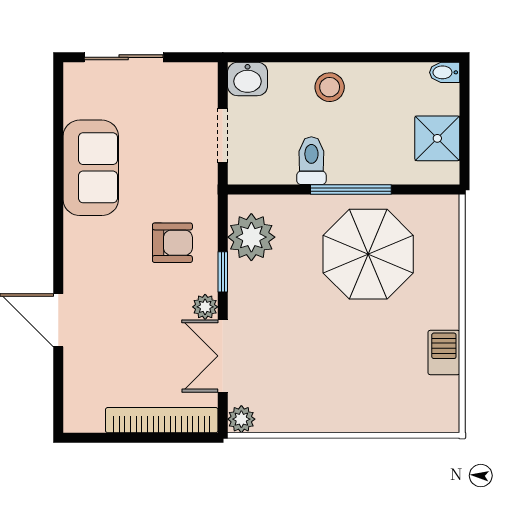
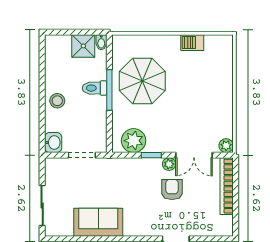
bidet: (445, 72) -> (101, 42), moved
toilet: (311, 161) -> (95, 88), moved
armchair: (172, 243) -> (172, 189), moved

